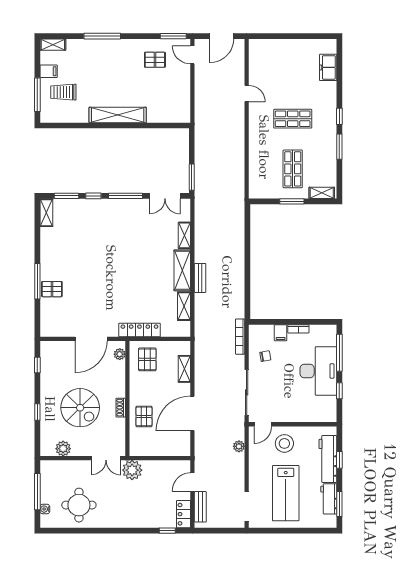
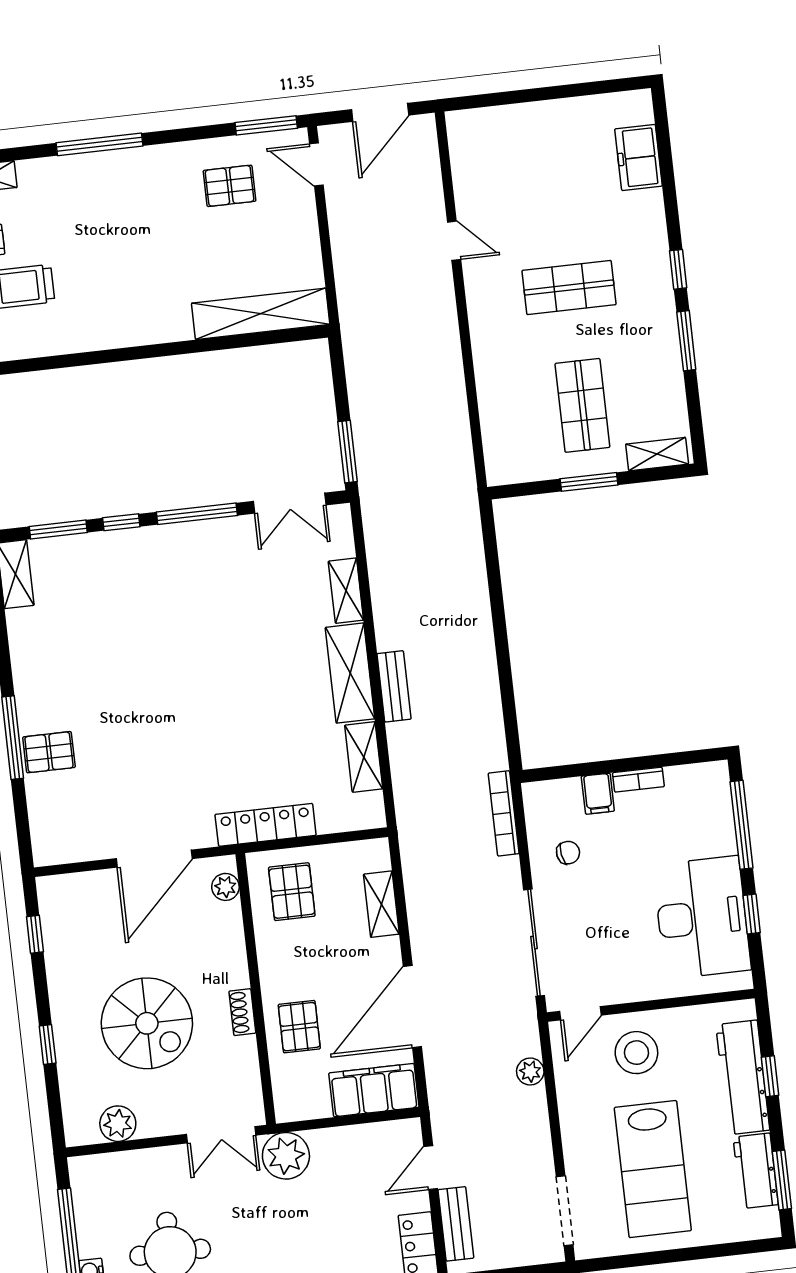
shelving: (118, 115) -> (261, 314), moved
desk: (318, 371) -> (702, 917), moved
filing cabinet: (172, 447) -> (374, 1090), added

